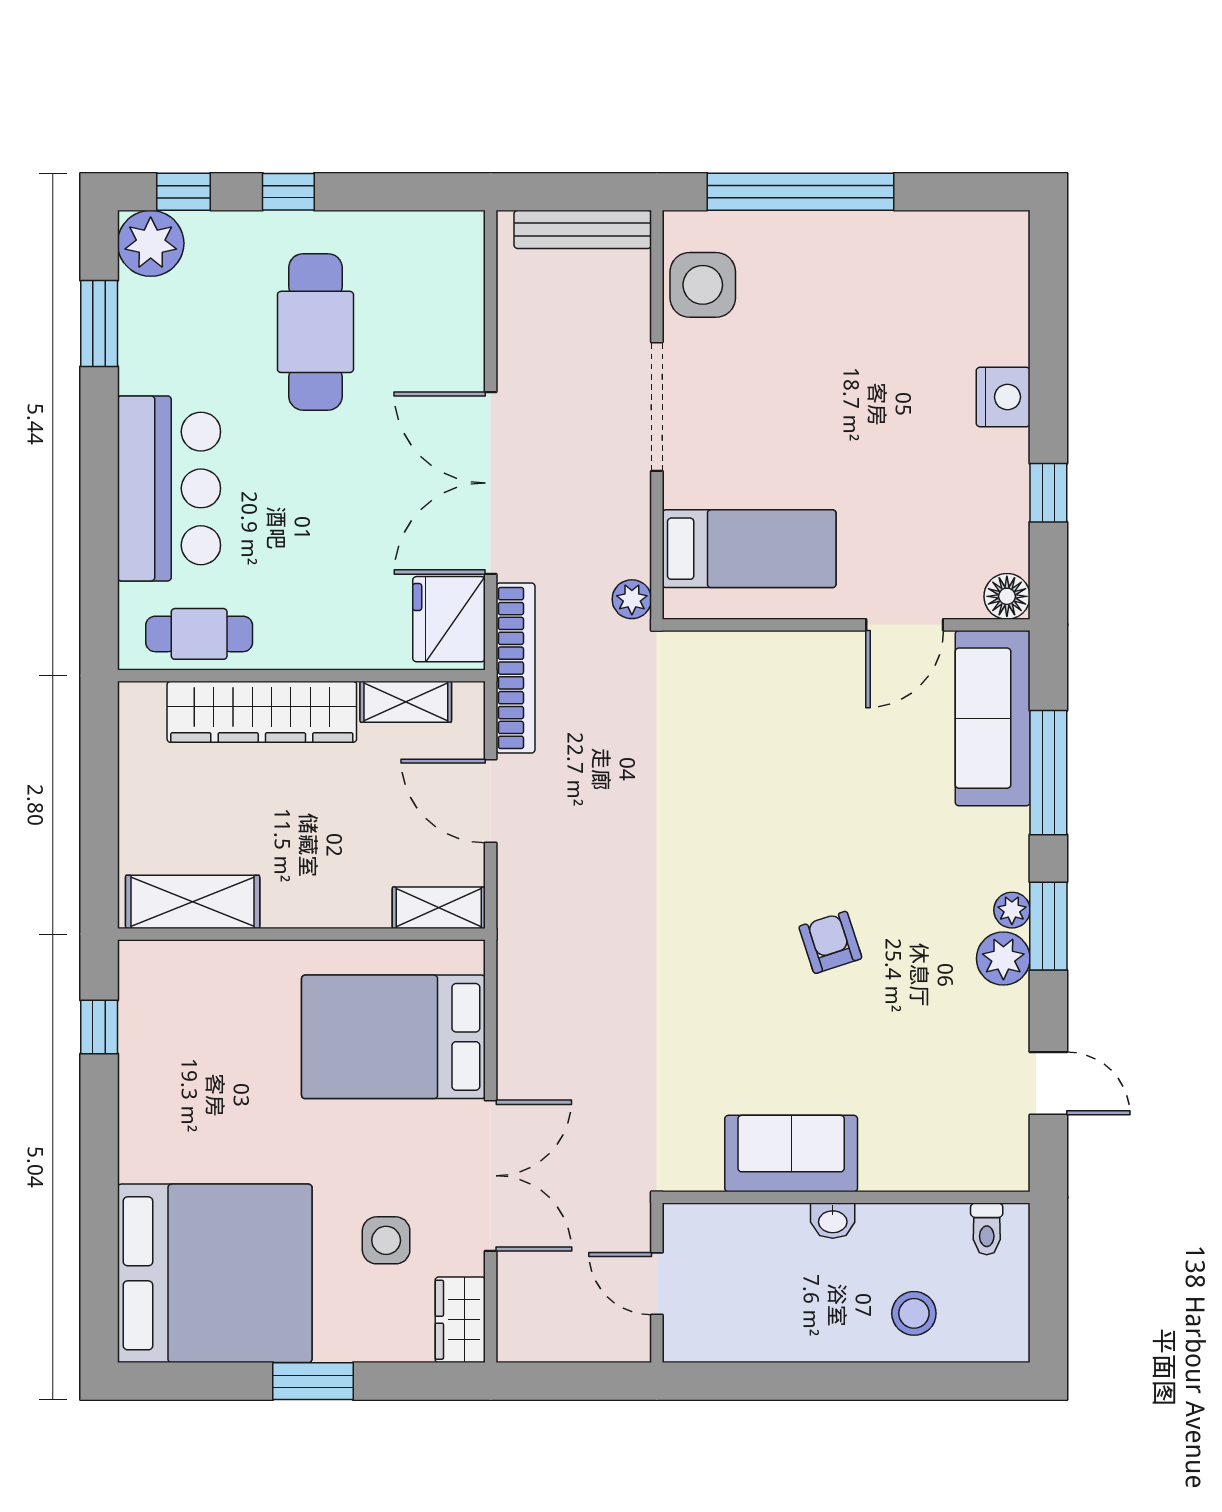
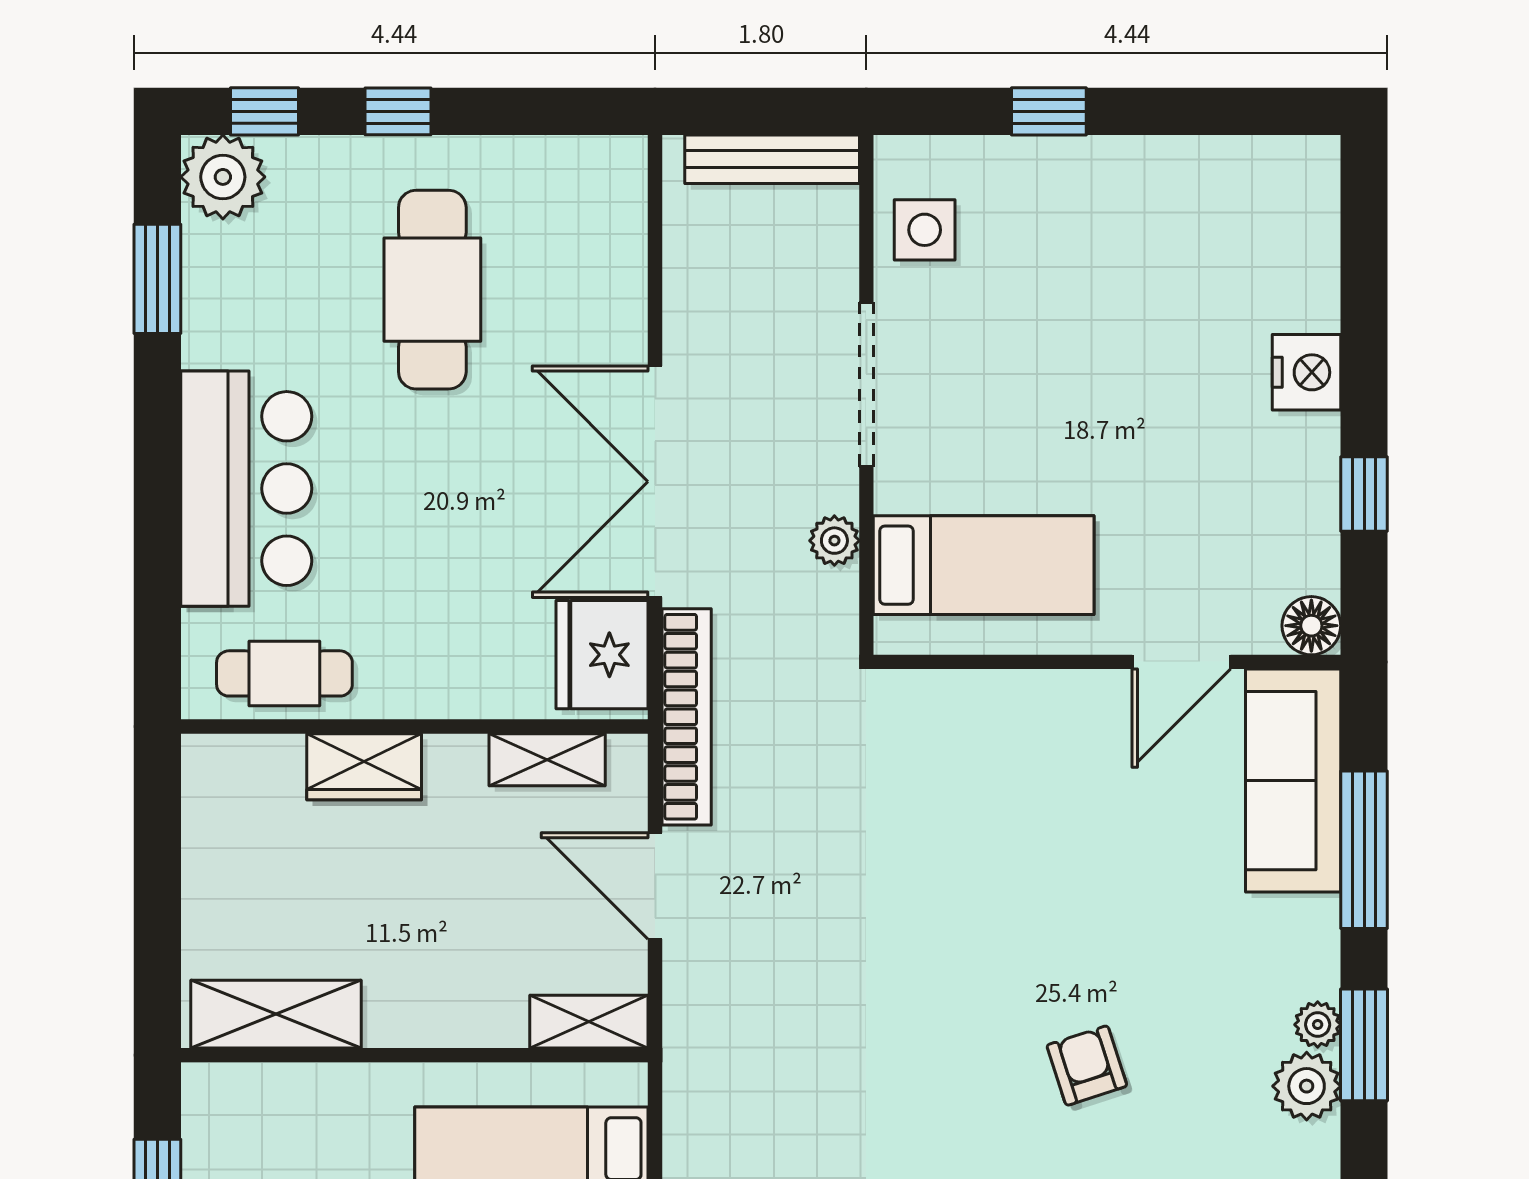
window: (801, 192) -> (1049, 111), width x0.32
side table: (703, 285) -> (925, 230), width x0.73, depth x0.73
plant: (632, 599) -> (834, 541), moved
wardrobe: (262, 712) -> (364, 767), width x0.48, depth x0.85

